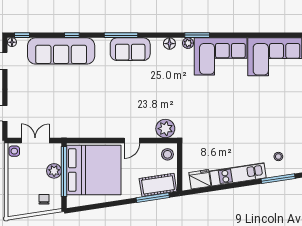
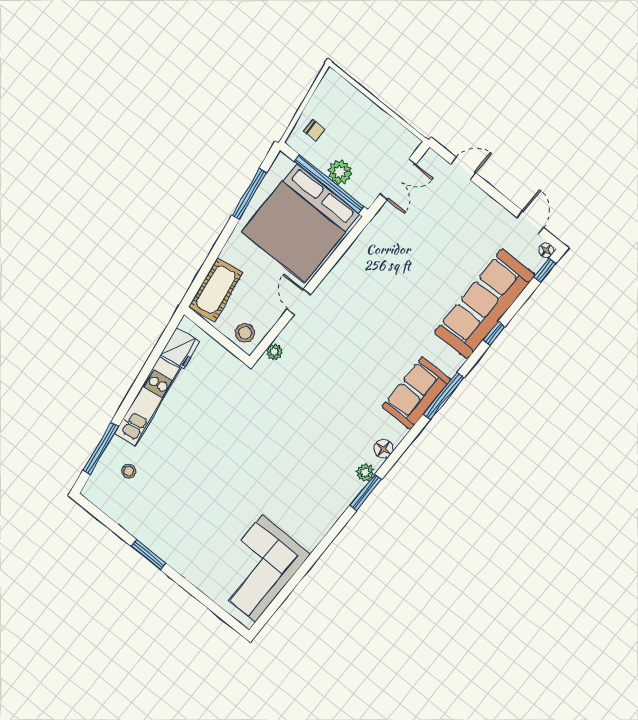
corner sofa: (221, 56) -> (315, 500), removed
plant: (165, 129) -> (274, 352), width x0.53, depth x0.53
side table: (14, 151) -> (406, 142), removed
window: (153, 198) -> (249, 194), moved

